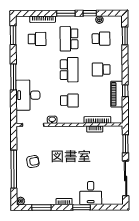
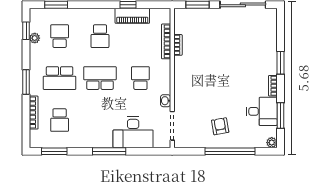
window: (90, 13) -> (26, 31), moved
school desk: (37, 39) -> (60, 120), turned 180
desk: (91, 193) -> (262, 111), moved

